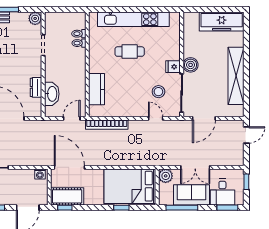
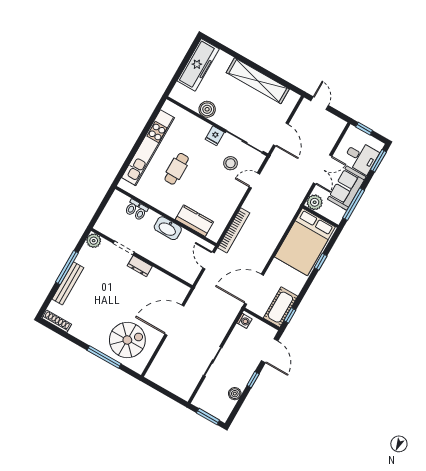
boiler: (191, 65) -> (207, 109), moved
dresser: (36, 87) -> (140, 266), moved
washbasin: (52, 94) -> (168, 228), moved, turned 180

